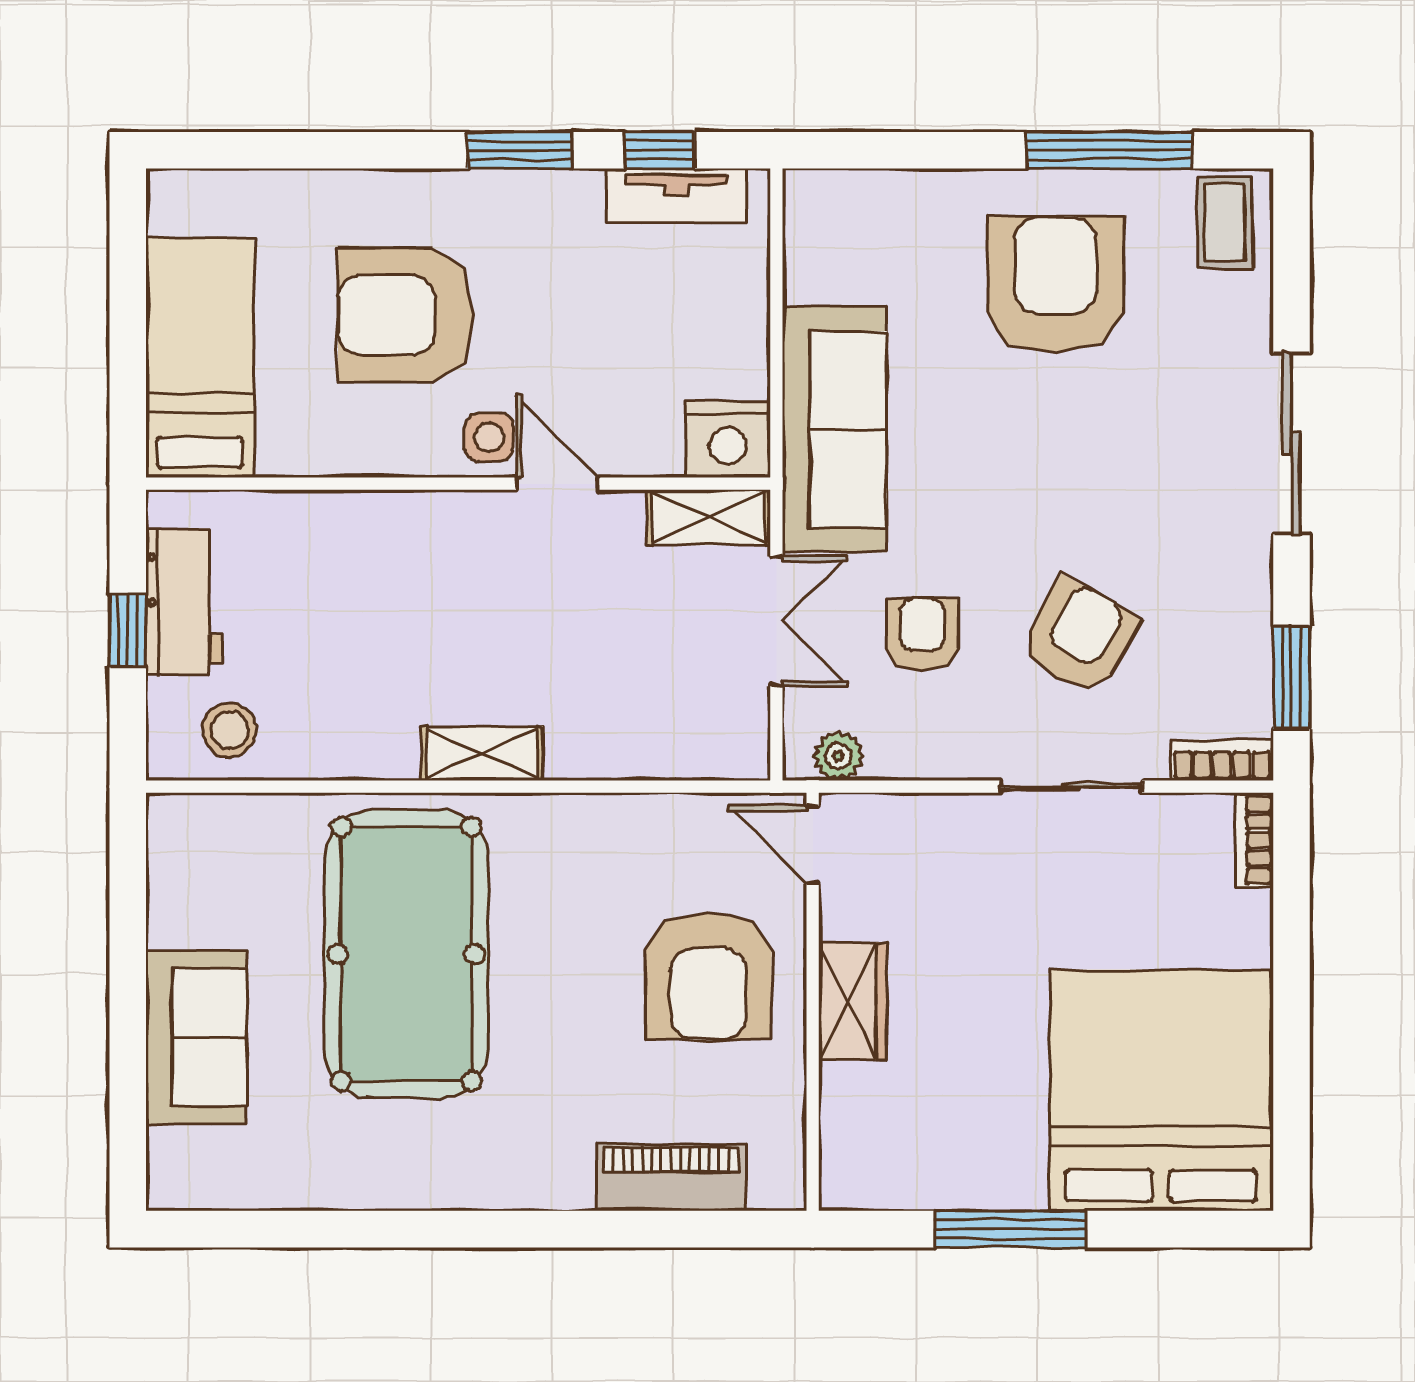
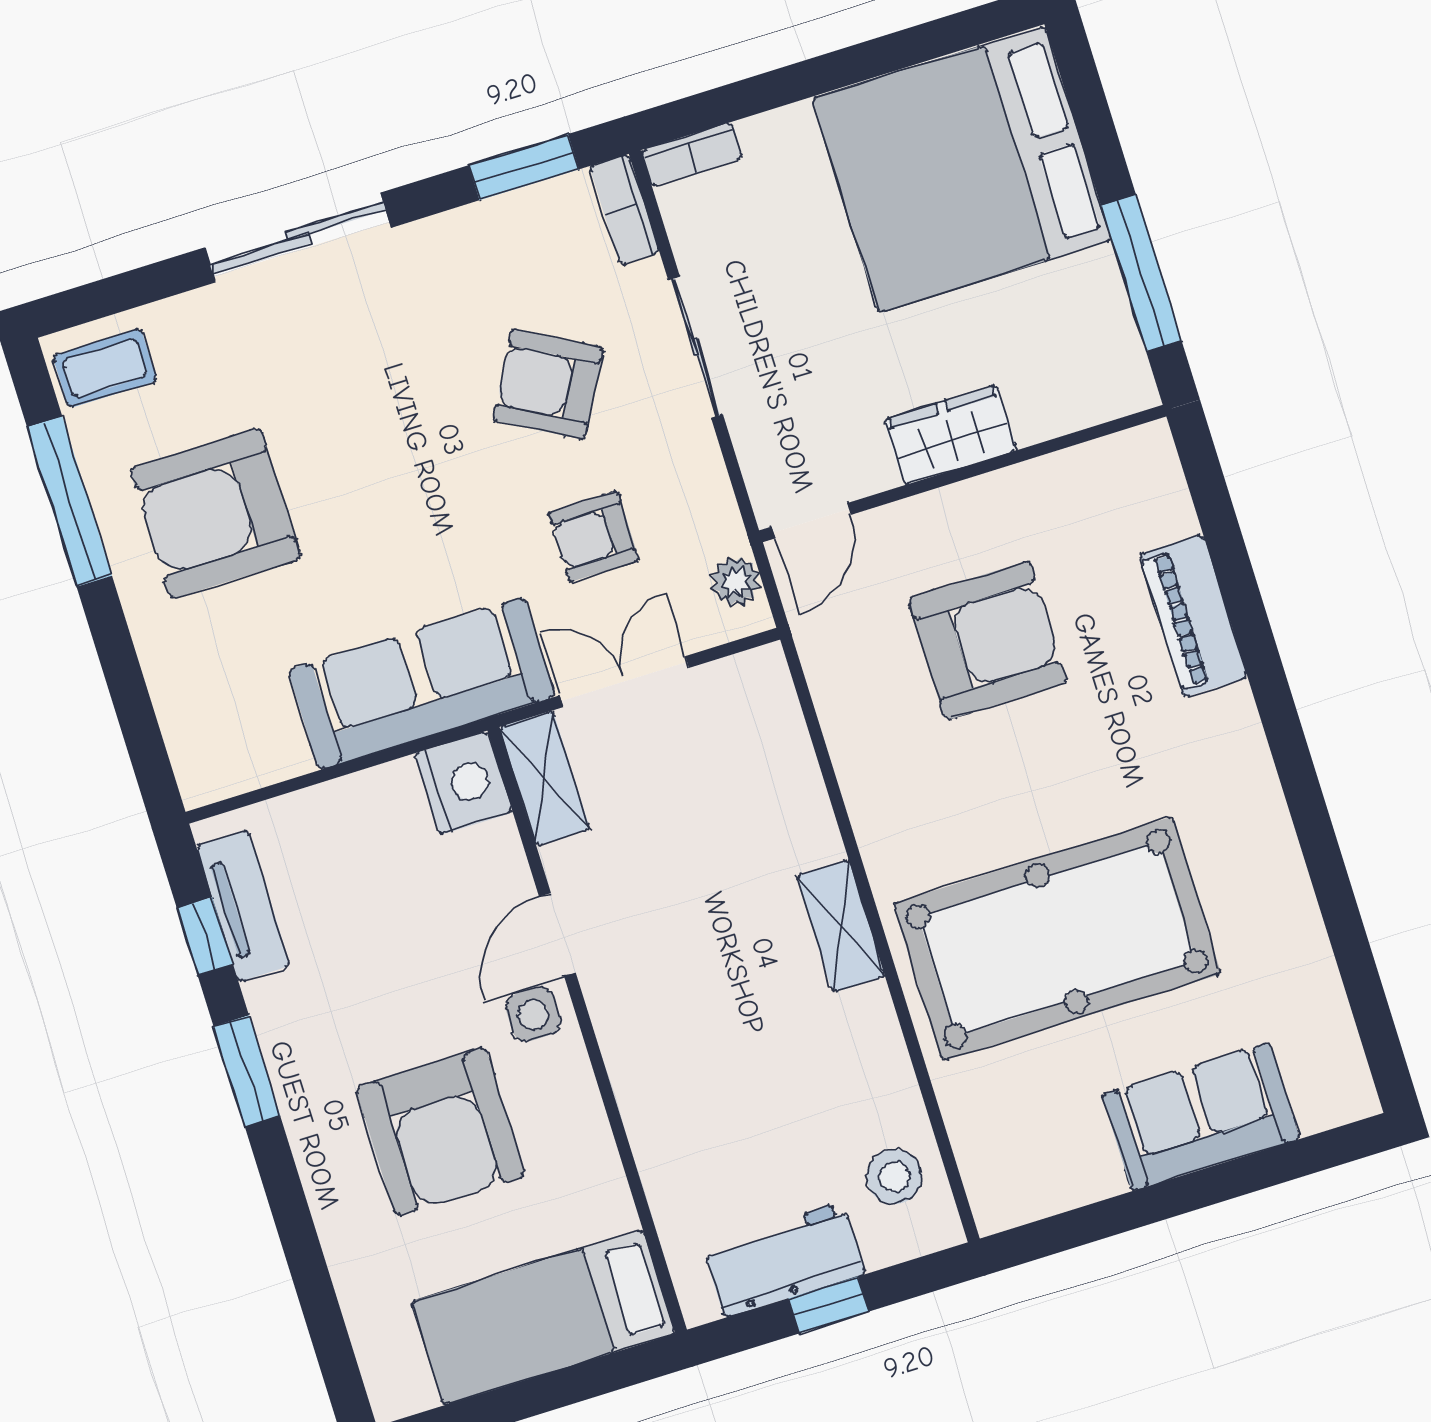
door: (813, 845) -> (811, 521), moved
wardrobe: (853, 1001) -> (950, 435), moved
wall: (813, 1002) -> (963, 473), moved

